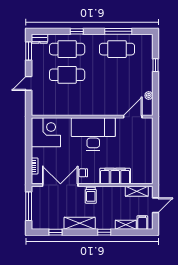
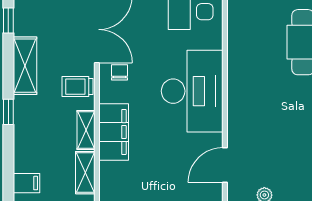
door: (133, 117) -> (225, 165), swing flipped
shelving: (126, 225) -> (86, 130), moved

